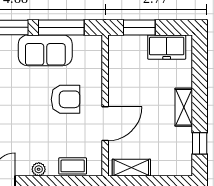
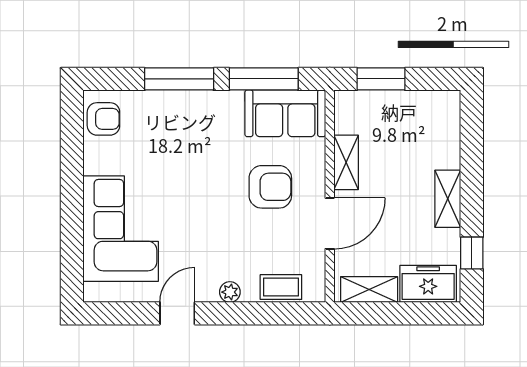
freezer: (167, 47) -> (428, 284), moved, turned 180
sofa: (45, 50) -> (285, 113), moved
shelving: (116, 83) -> (346, 162), added

